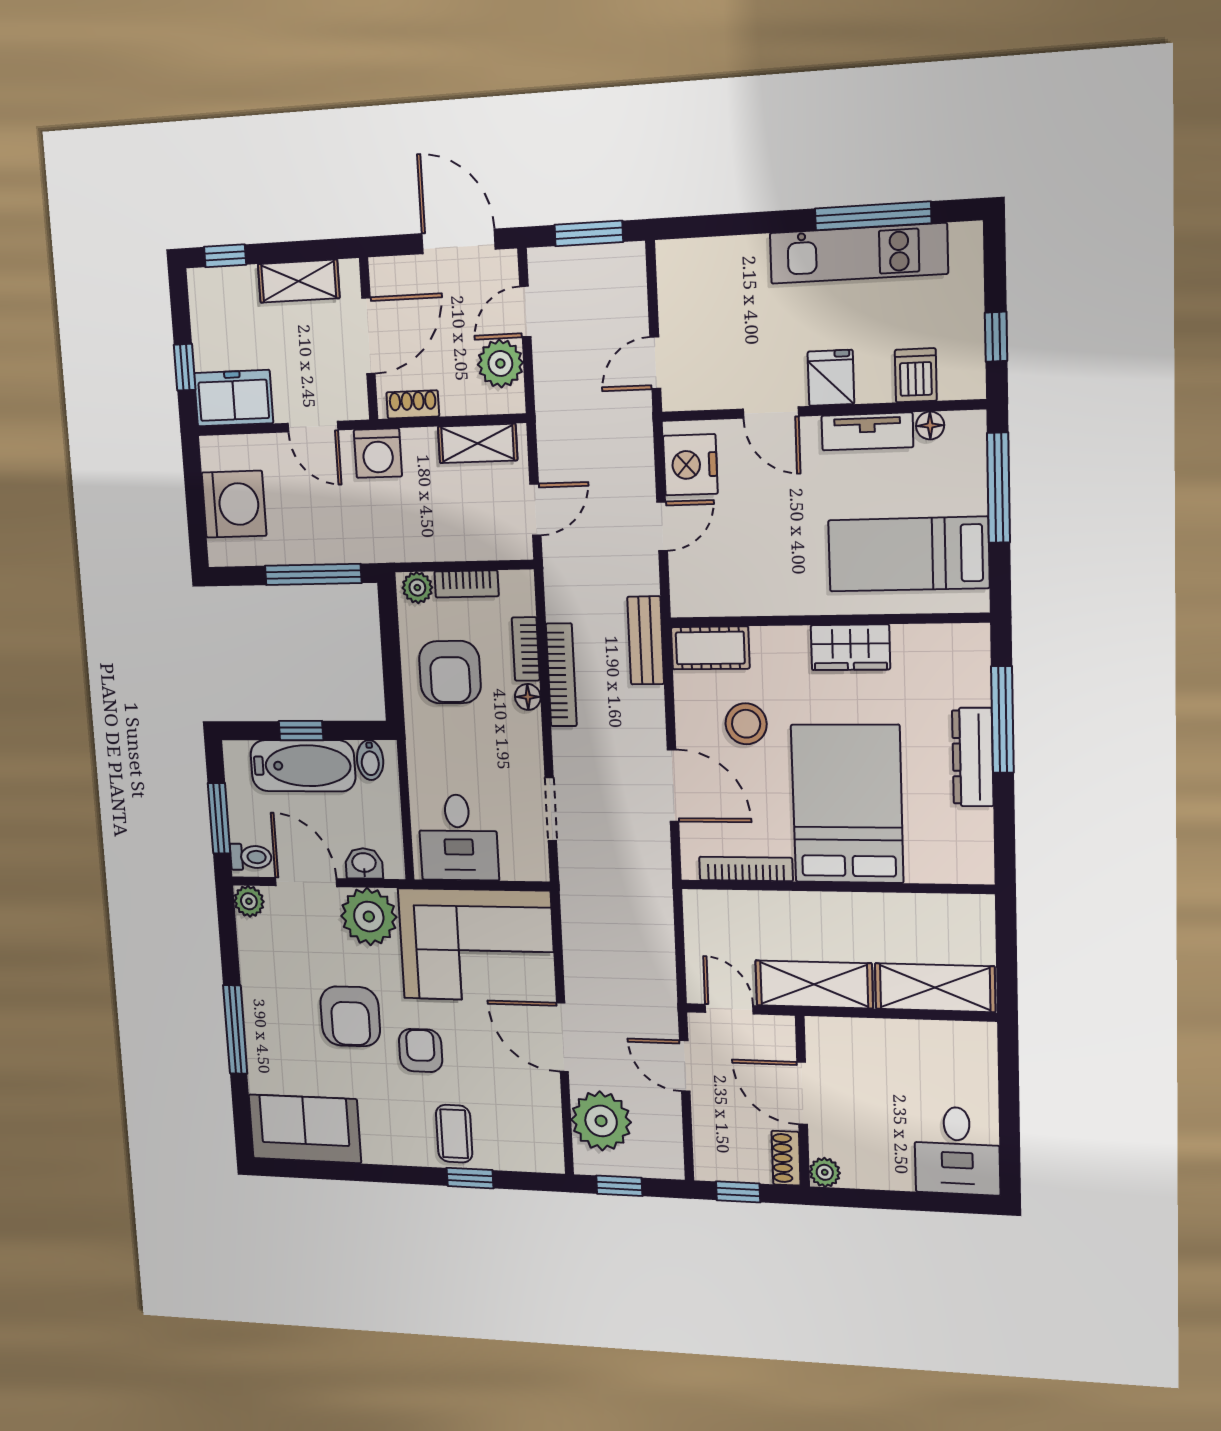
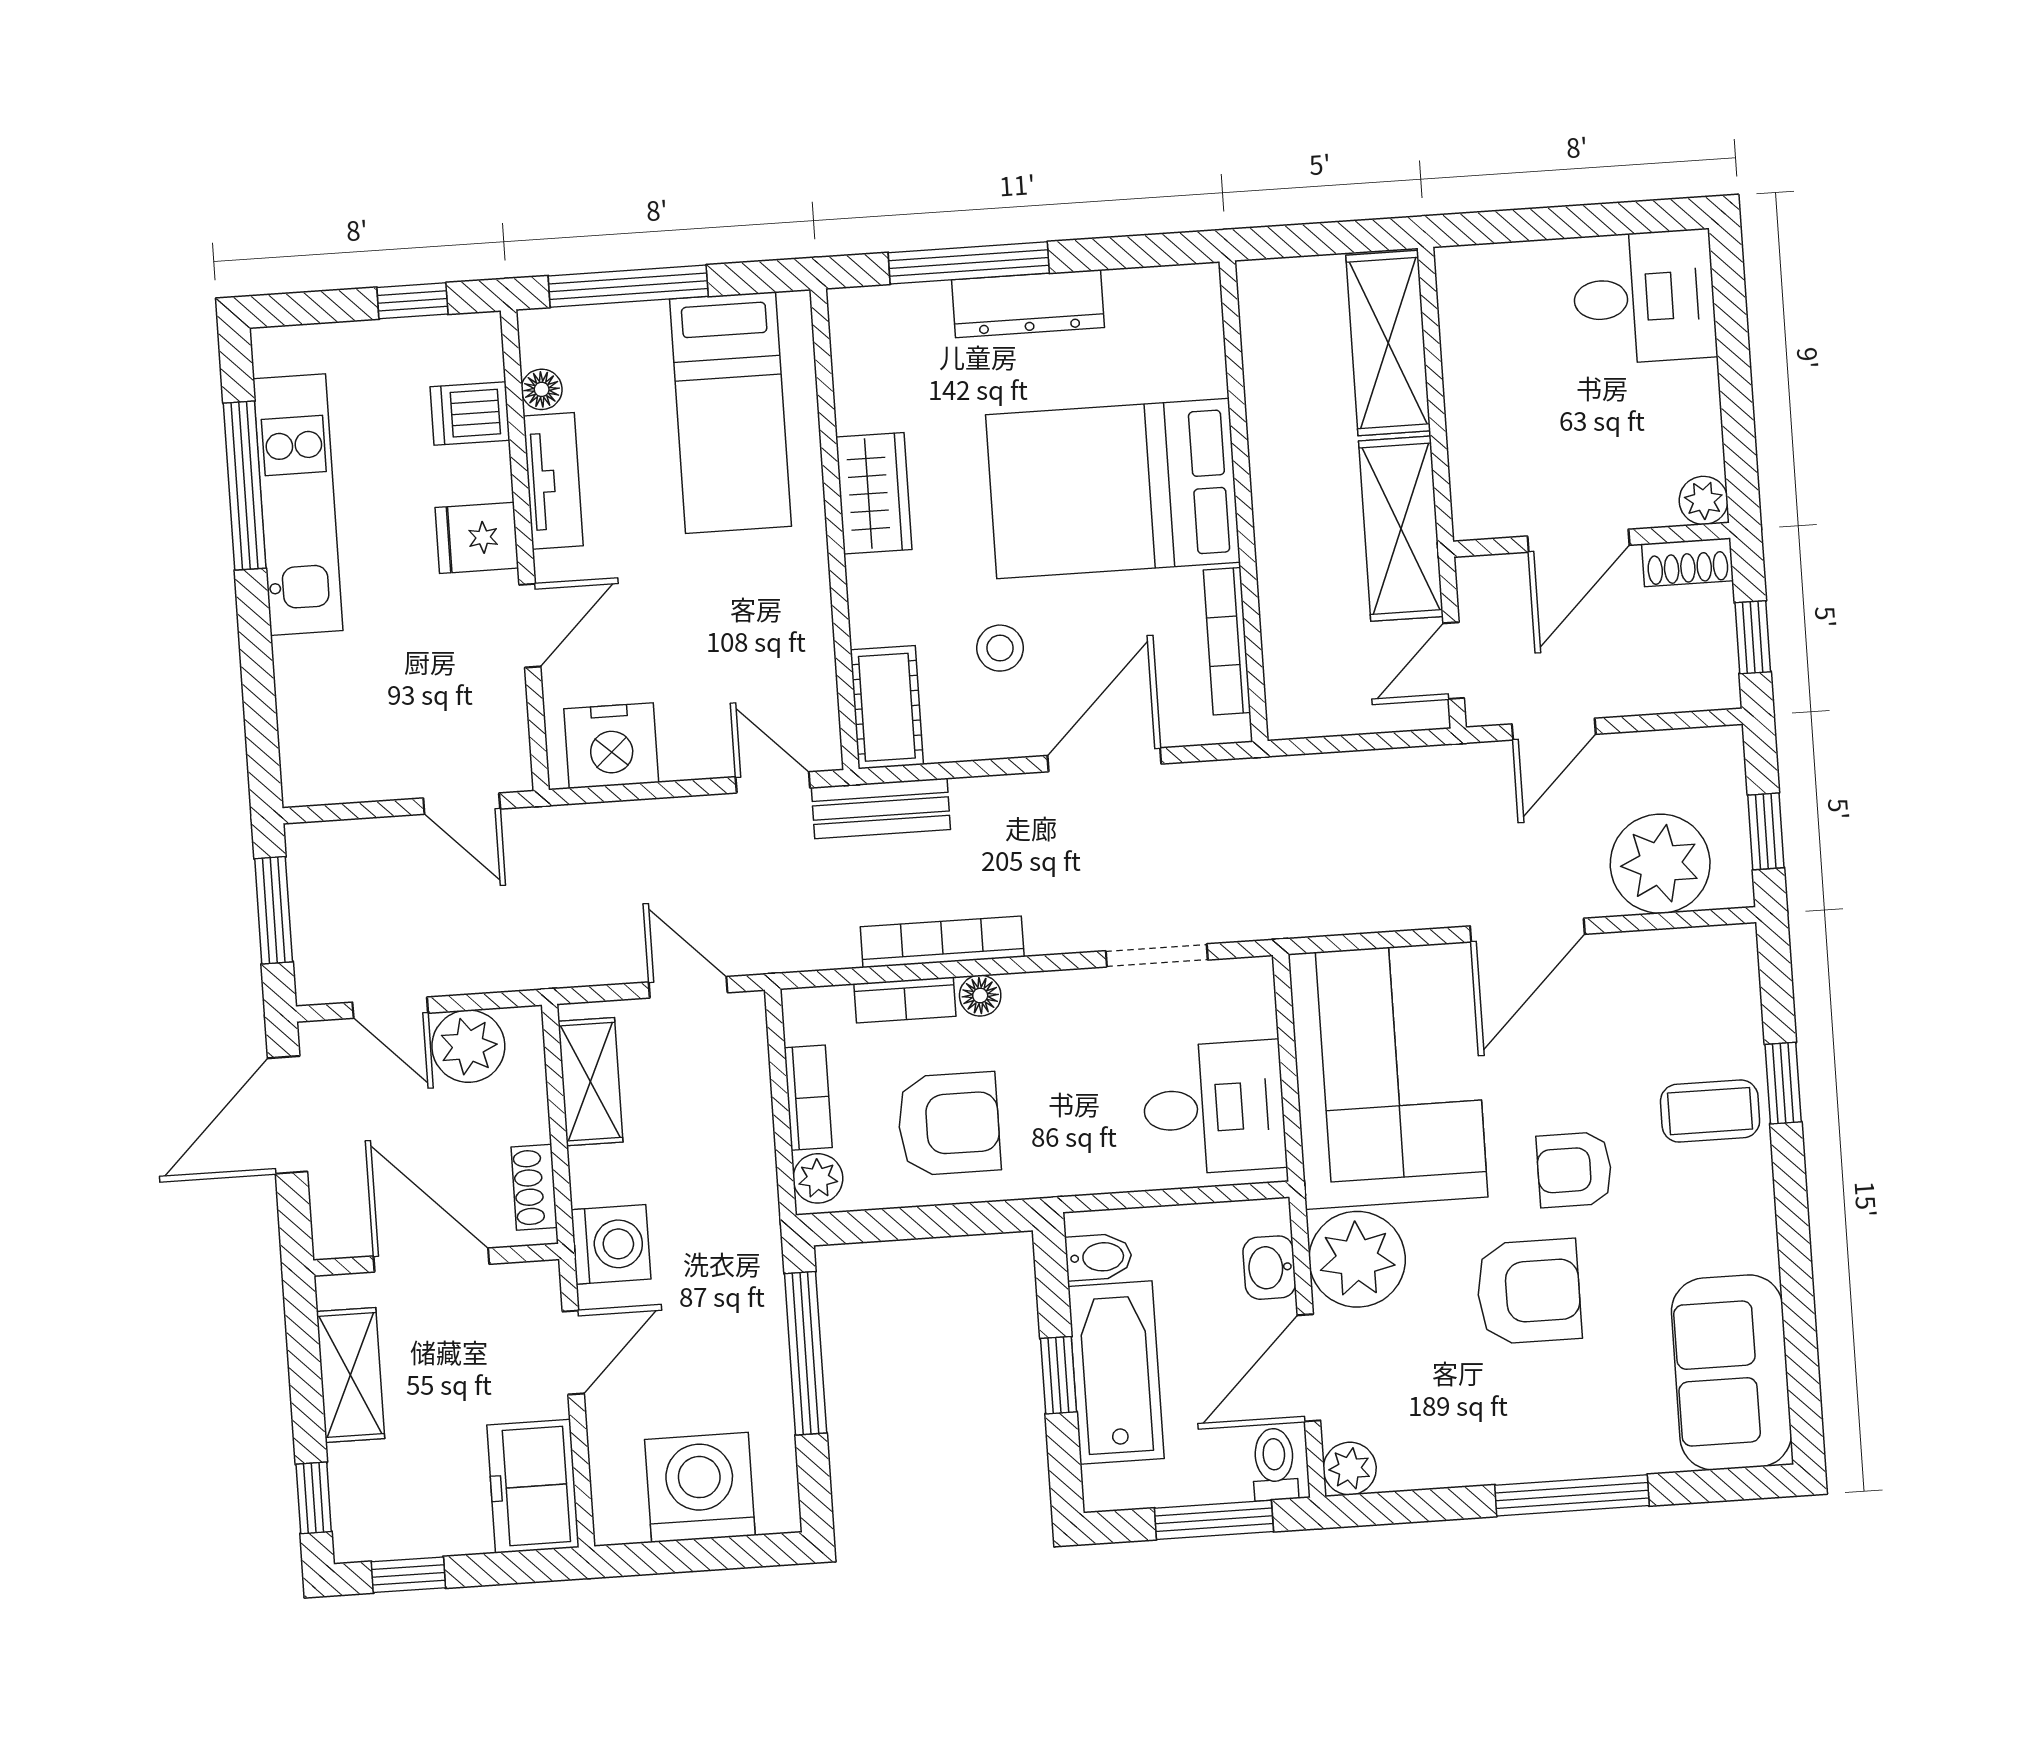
window: (185, 367) -> (408, 1575), moved
door: (662, 526) -> (773, 782), moved
stool: (746, 724) -> (1000, 648), width x0.73, depth x0.73

